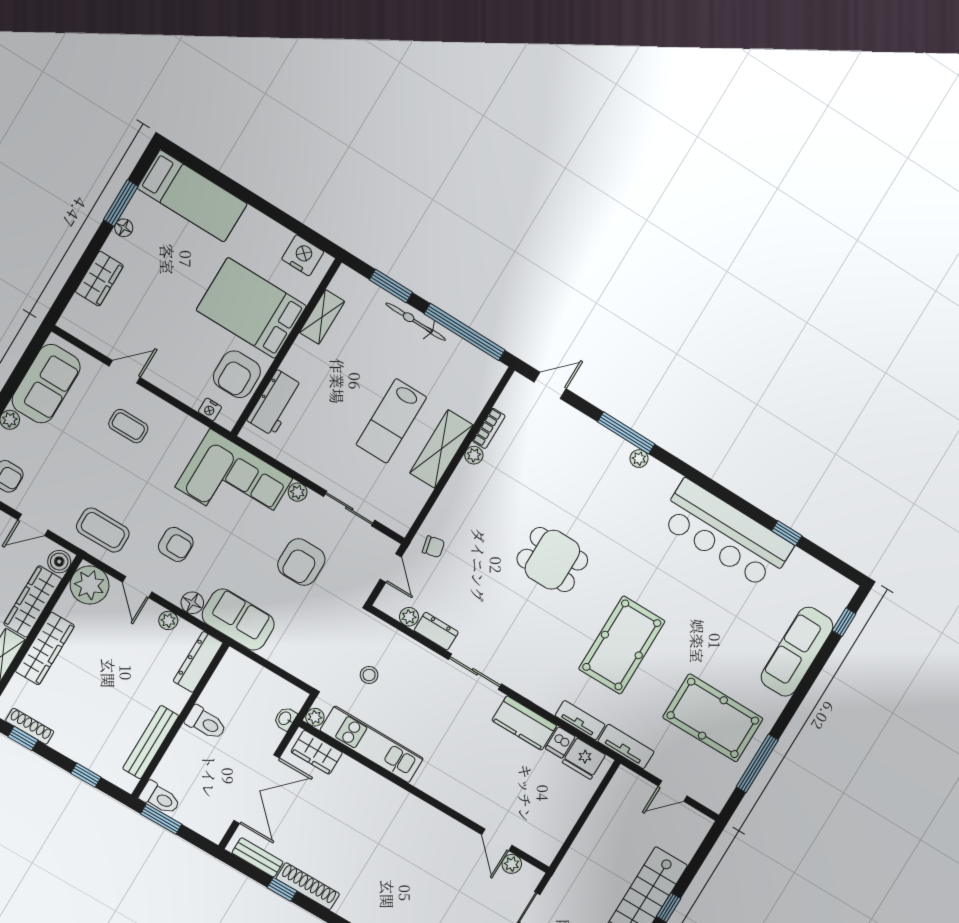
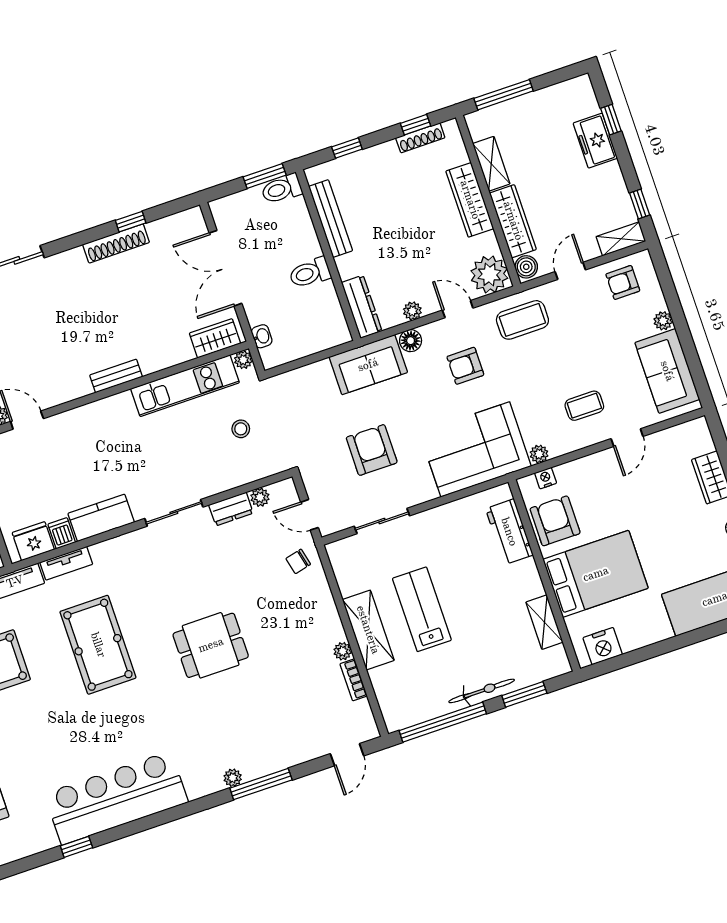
plant: (298, 492) -> (539, 454), moved
bench: (258, 857) -> (116, 376), moved

